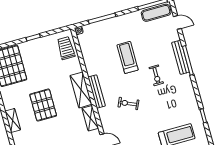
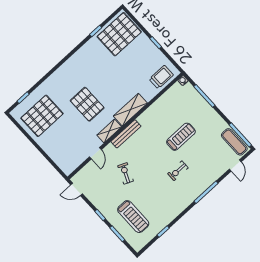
bench: (180, 57) -> (205, 184), removed
bench: (97, 92) -> (126, 134), moved
exercise bike: (128, 103) -> (126, 173), moved
pallet: (43, 105) -> (87, 104), moved, turned 90
shelving: (13, 120) -> (72, 62), removed

